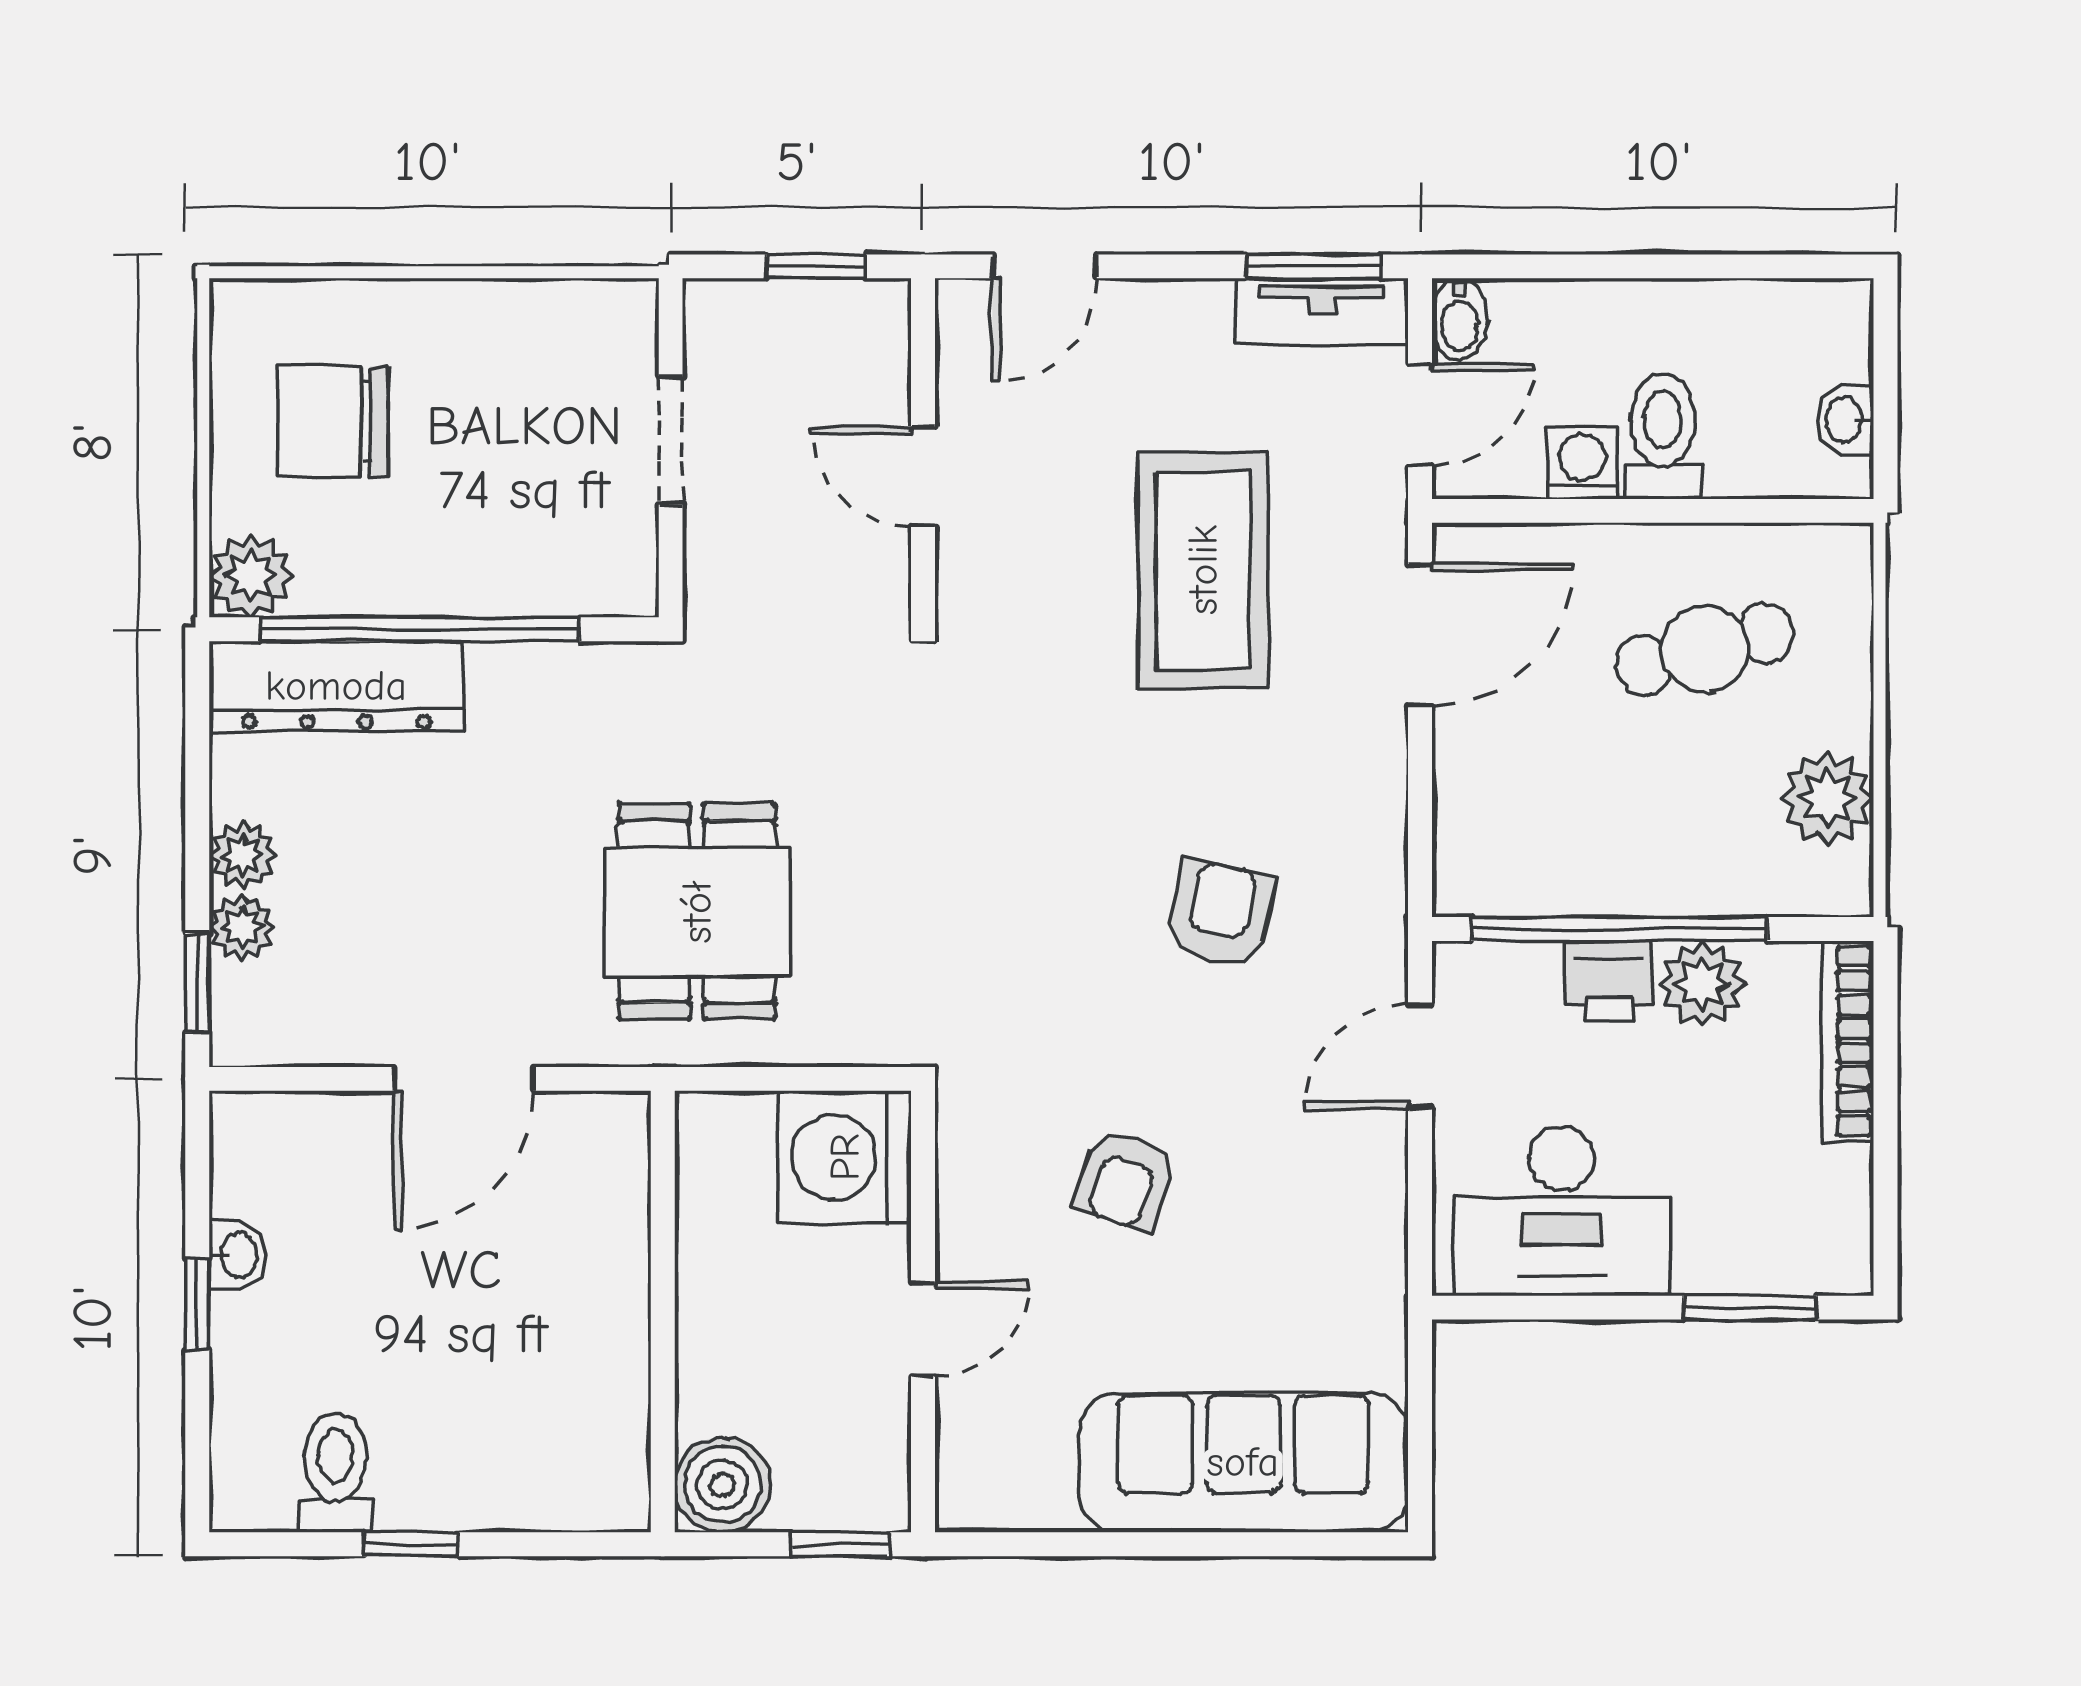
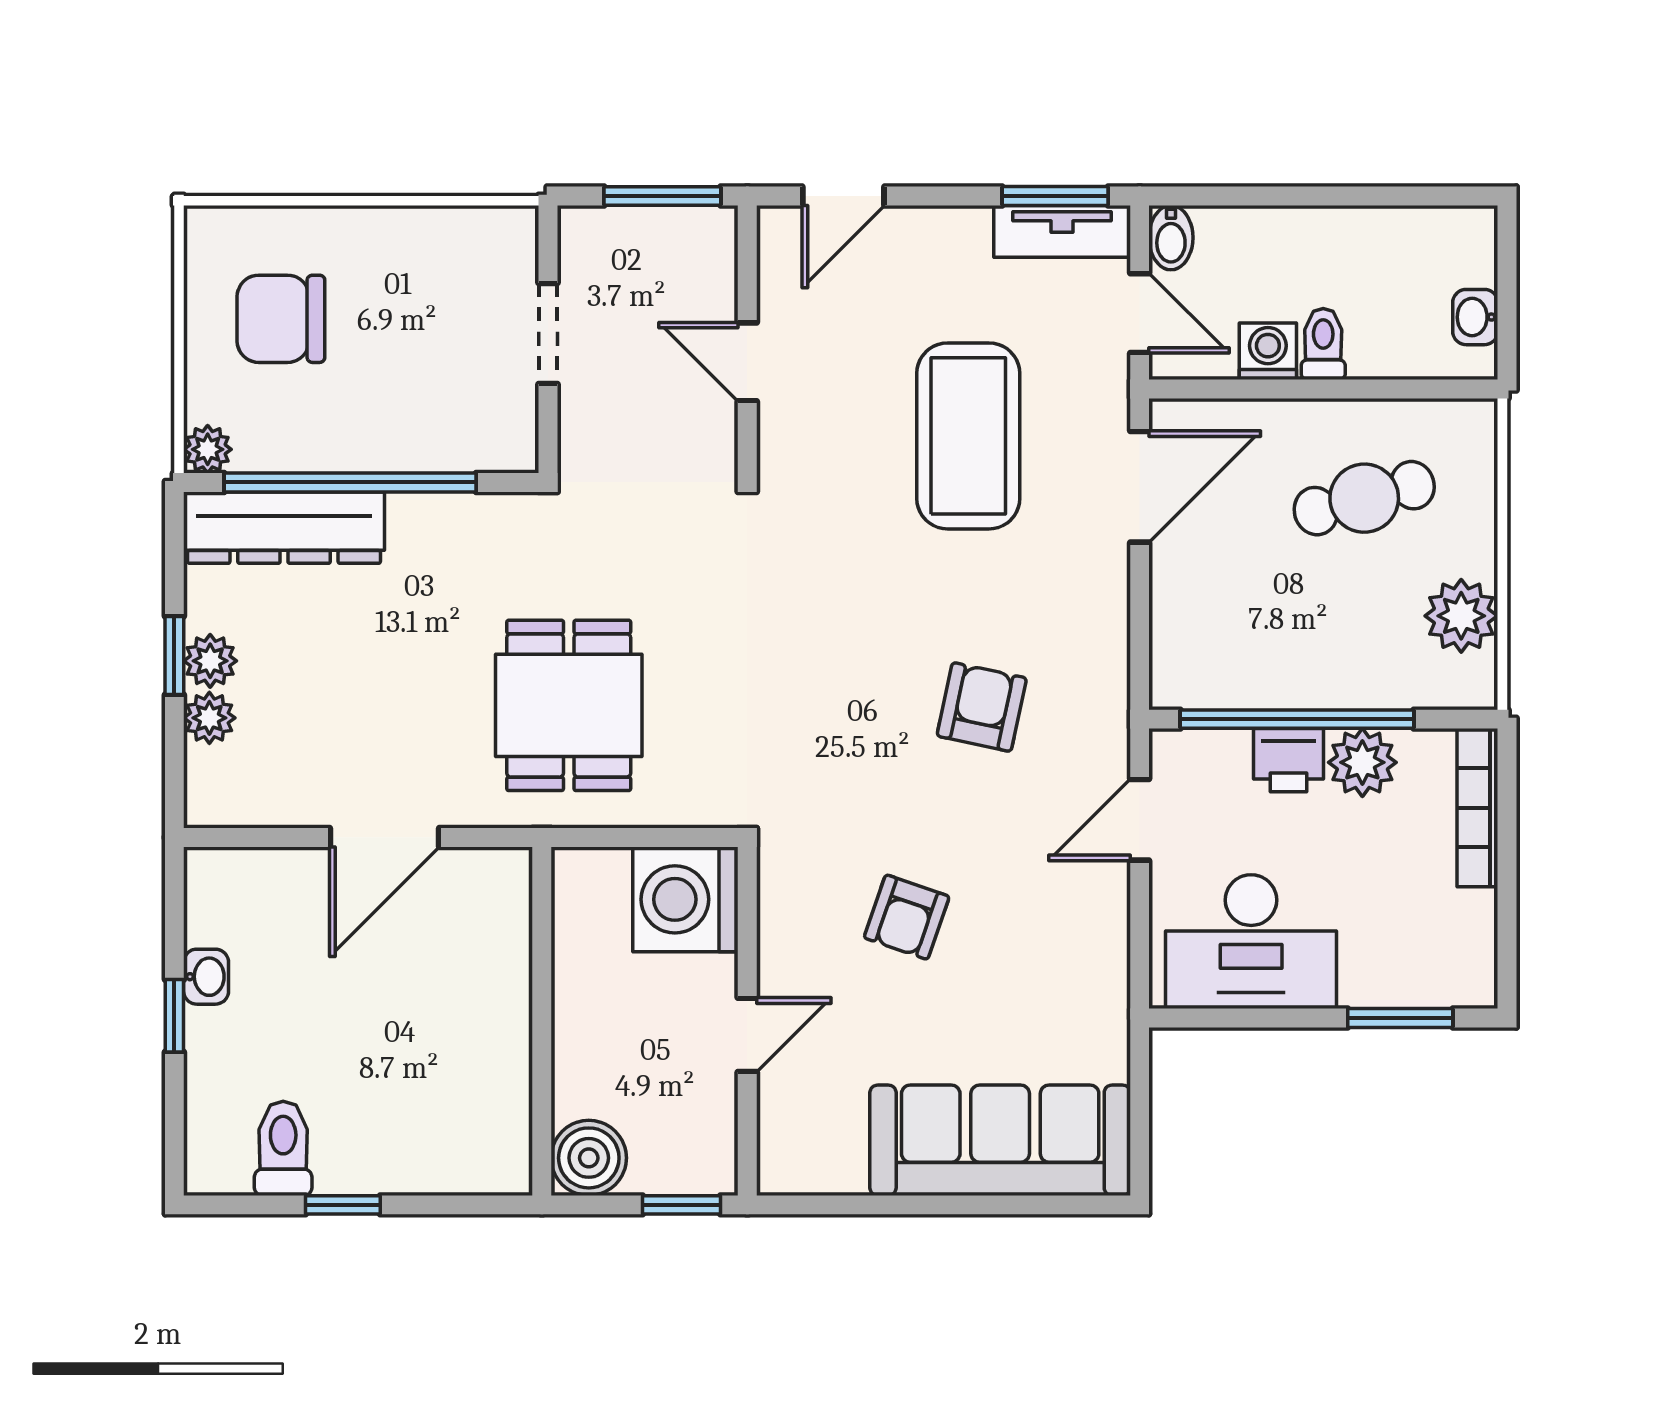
window: (816, 266) -> (662, 196), width x1.50
door: (1420, 415) -> (1140, 313), hinge flipped
toilet: (1663, 436) -> (1323, 344), width x0.73, depth x0.72
plant: (251, 576) -> (208, 449), width x0.73, depth x0.73
window: (197, 983) -> (174, 655), moved

